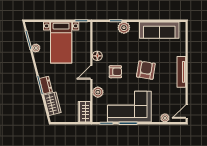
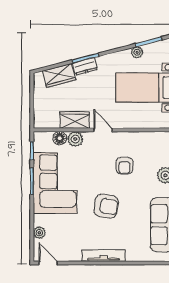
floor lamp: (97, 56) -> (60, 138), moved
armchair: (115, 72) -> (124, 166), moved
wardrobe: (84, 112) -> (75, 120), moved

